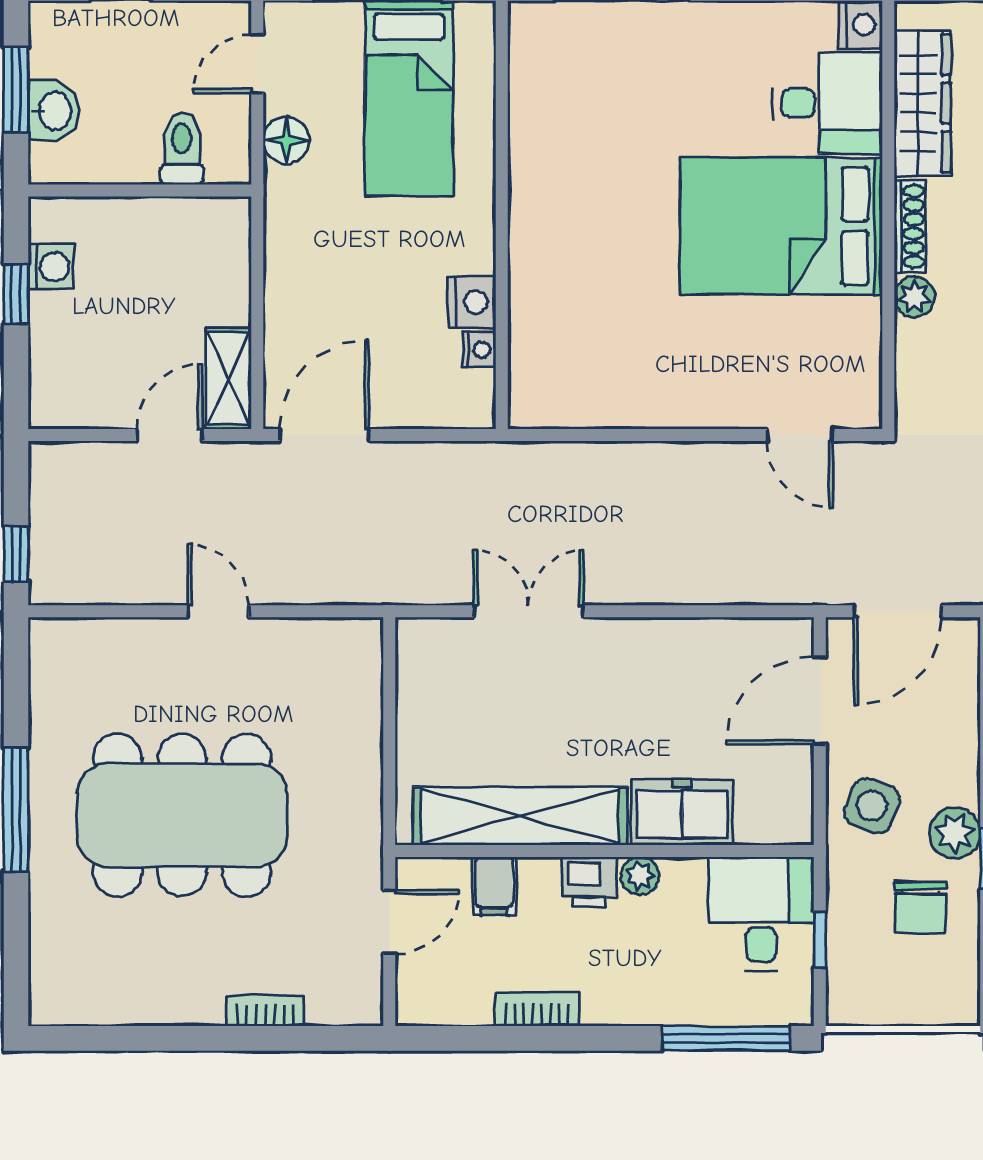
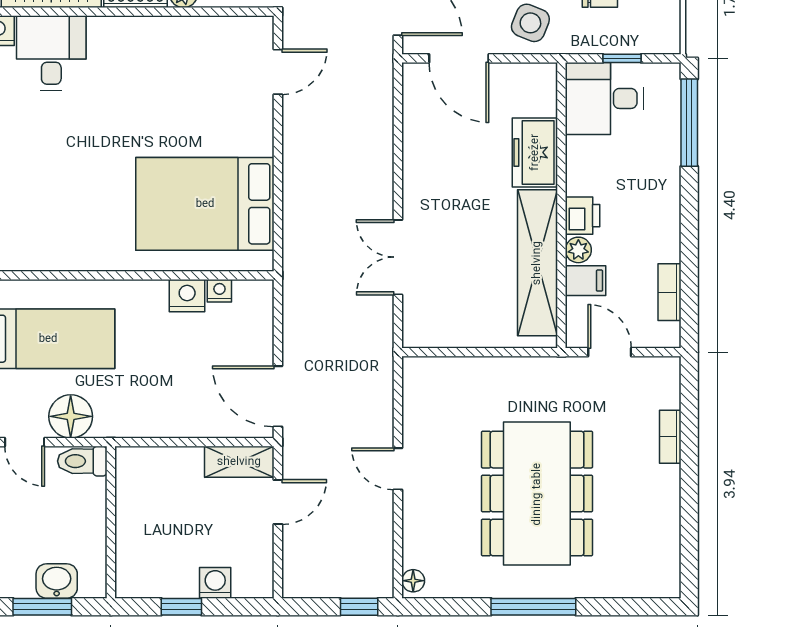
floor lamp: (286, 140) -> (71, 416), width x1.38, depth x1.38
toilet: (182, 149) -> (82, 461), moved
bed: (781, 226) -> (205, 204), moved, turned 90
washing machine: (51, 267) -> (215, 583), moved
door: (170, 435) -> (278, 502), swing flipped
door: (218, 611) -> (398, 469), hinge flipped
floor lamp: (54, 634) -> (413, 581), added
plant: (640, 876) -> (578, 250), moved
bookcase: (537, 1009) -> (669, 292), moved

